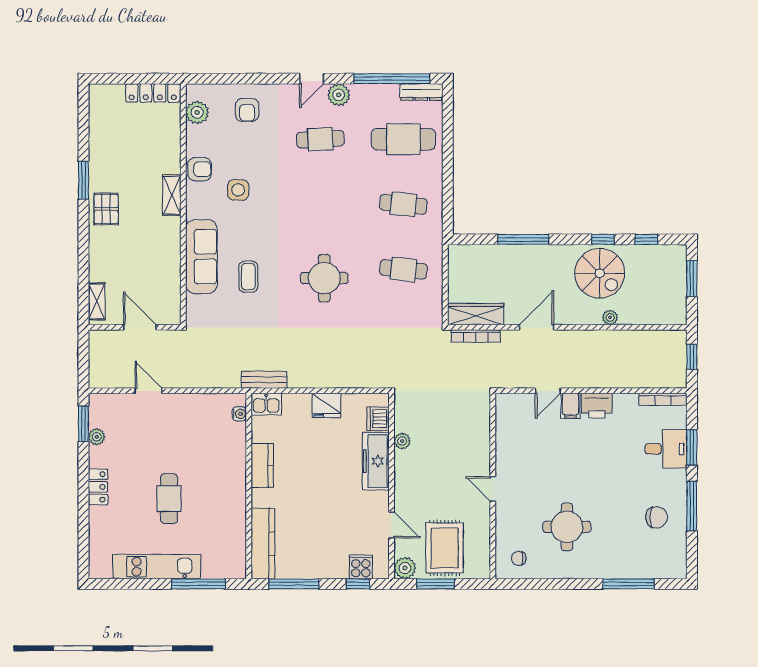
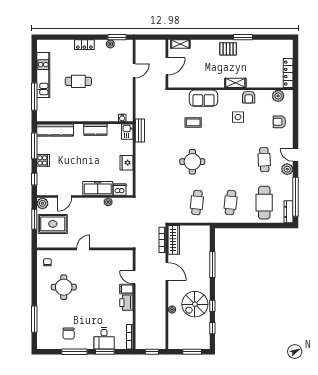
sofa: (201, 257) -> (203, 98), width x0.73
cooker: (361, 567) -> (43, 160), moved

